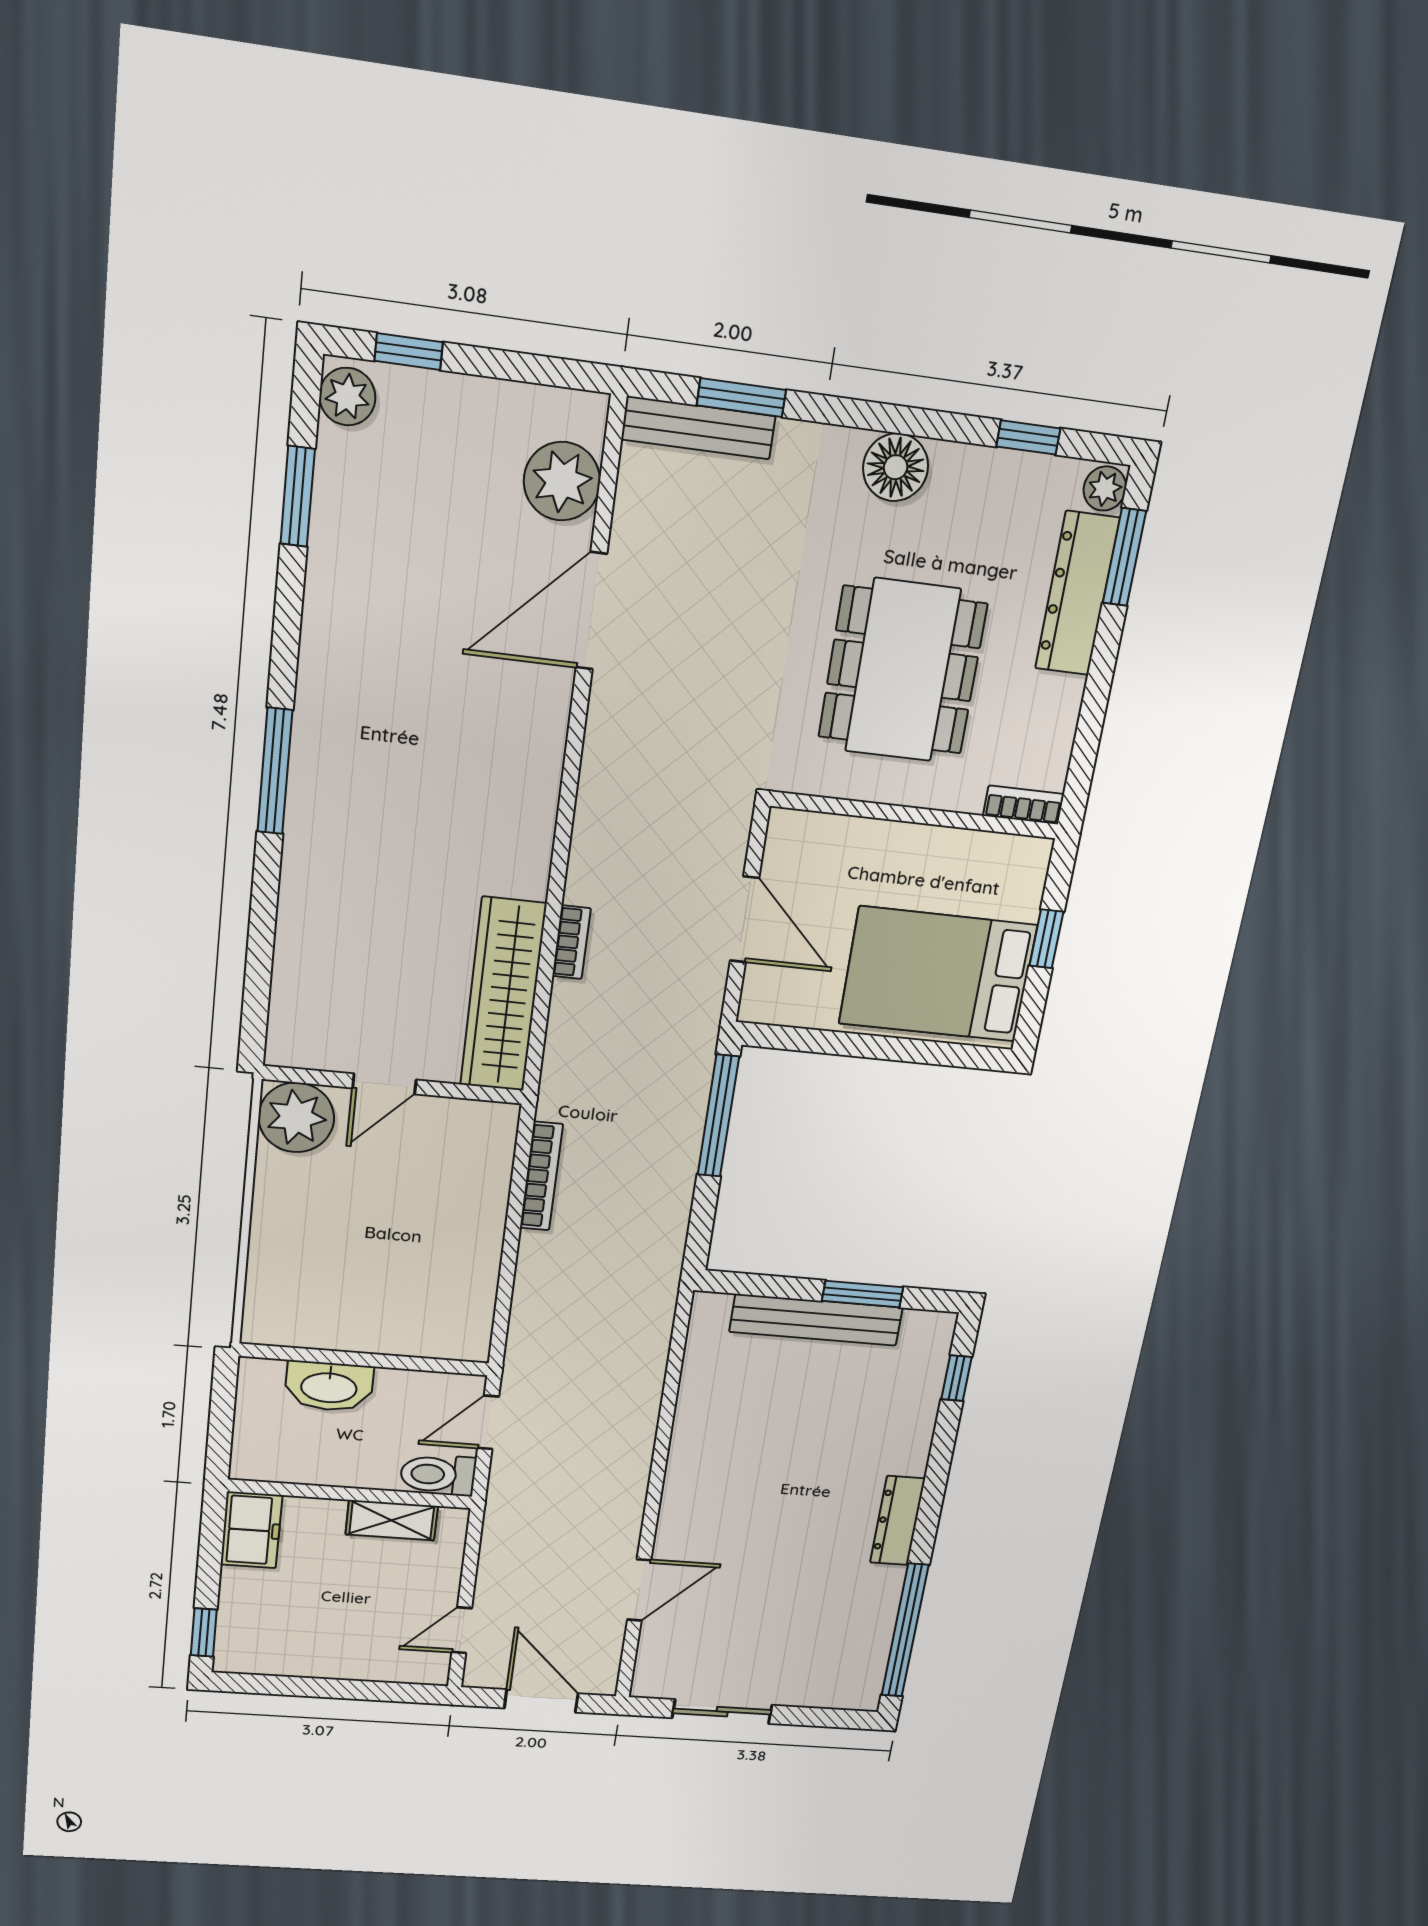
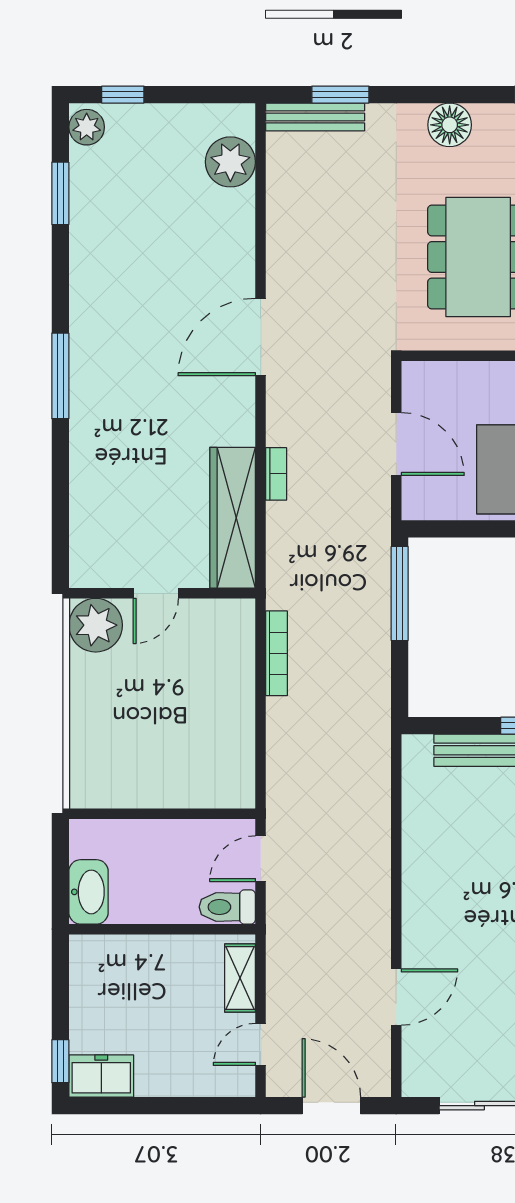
door: (591, 611) -> (261, 337), moved
washbasin: (329, 1386) -> (89, 892), moved, turned -90
shelving: (392, 1520) -> (240, 978), moved, turned 90
freezer: (251, 1530) -> (101, 1076), moved, turned -90

